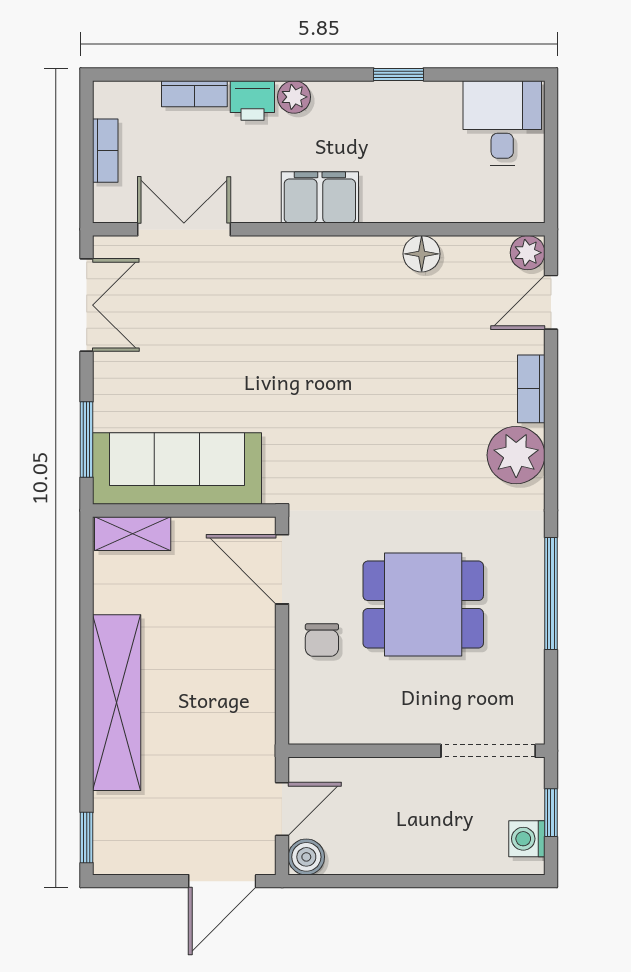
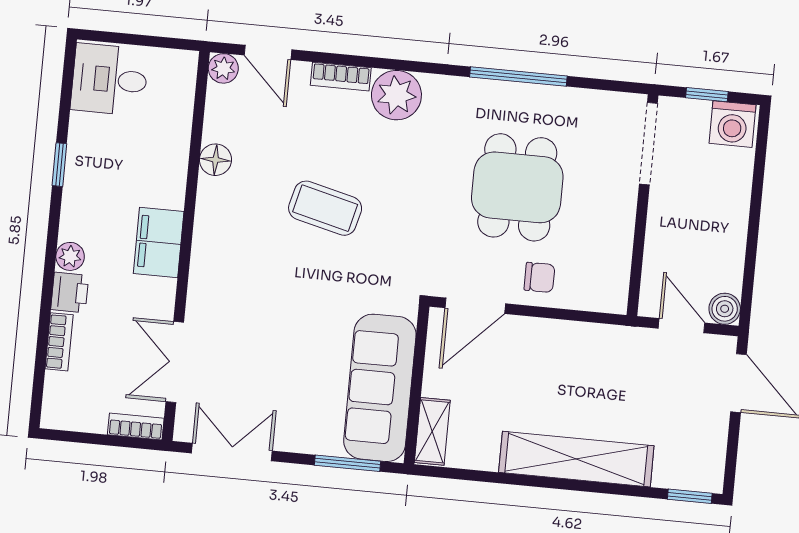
bookcase: (105, 151) -> (136, 427), moved
coffee table: (378, 385) -> (325, 208), added
washing machine: (527, 839) -> (733, 124), width x1.38, depth x1.38

